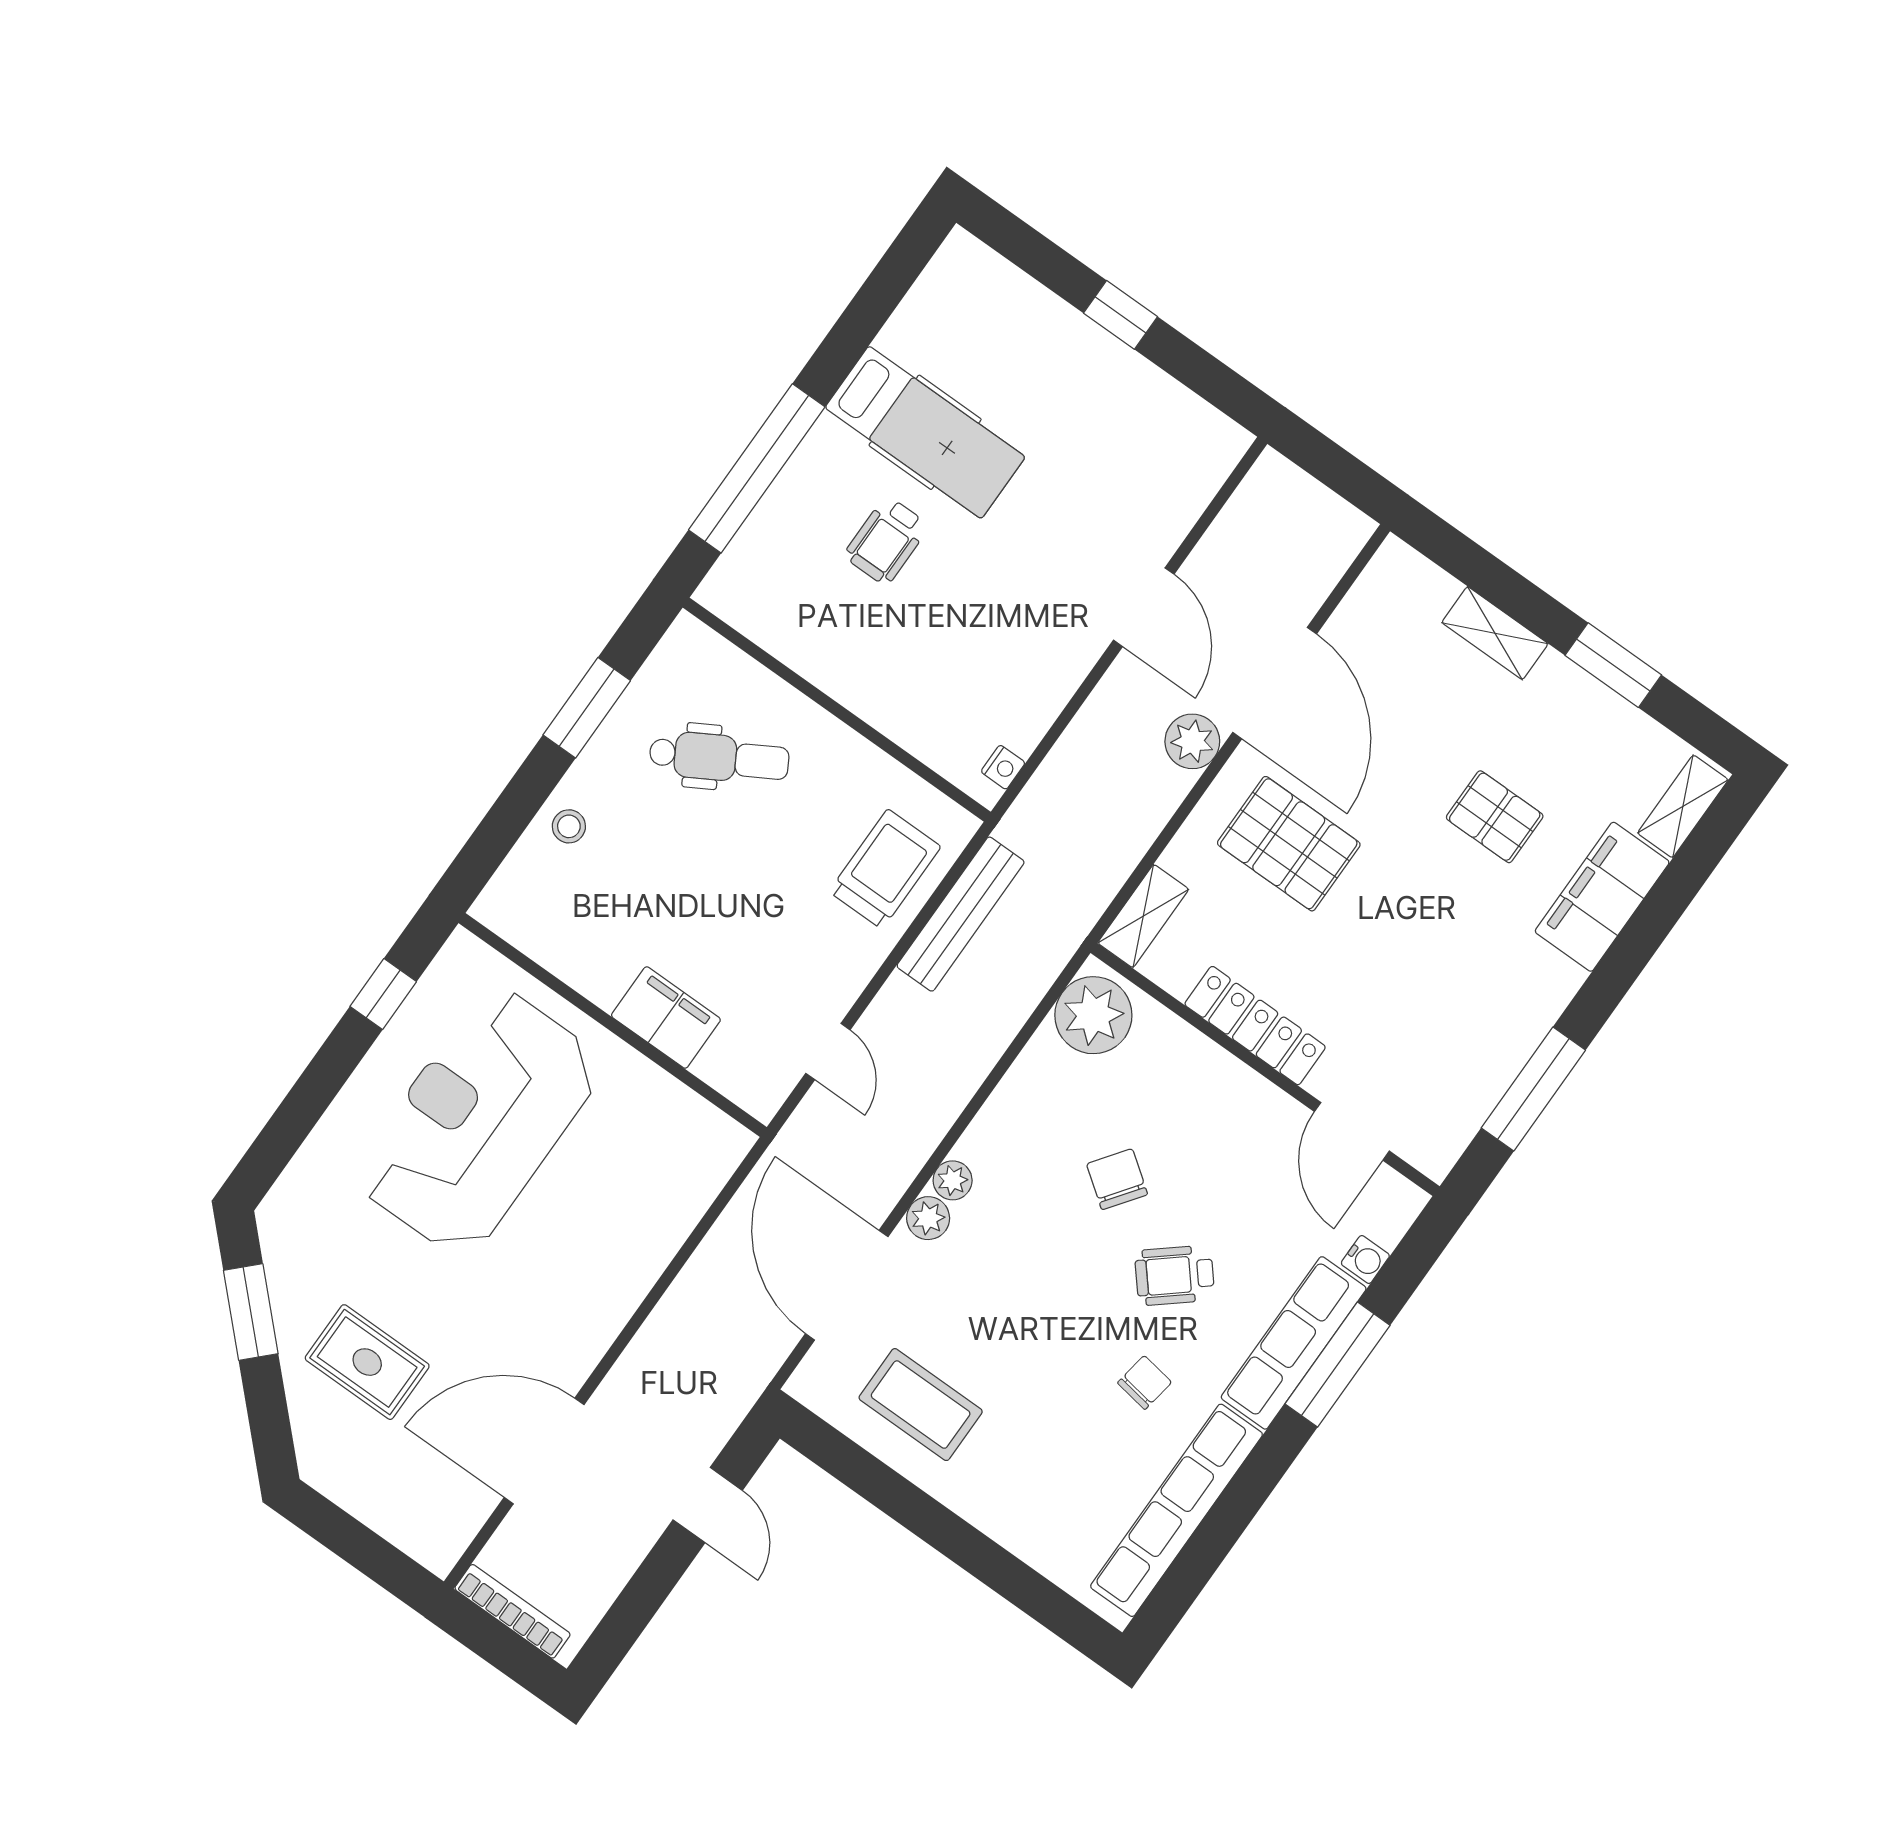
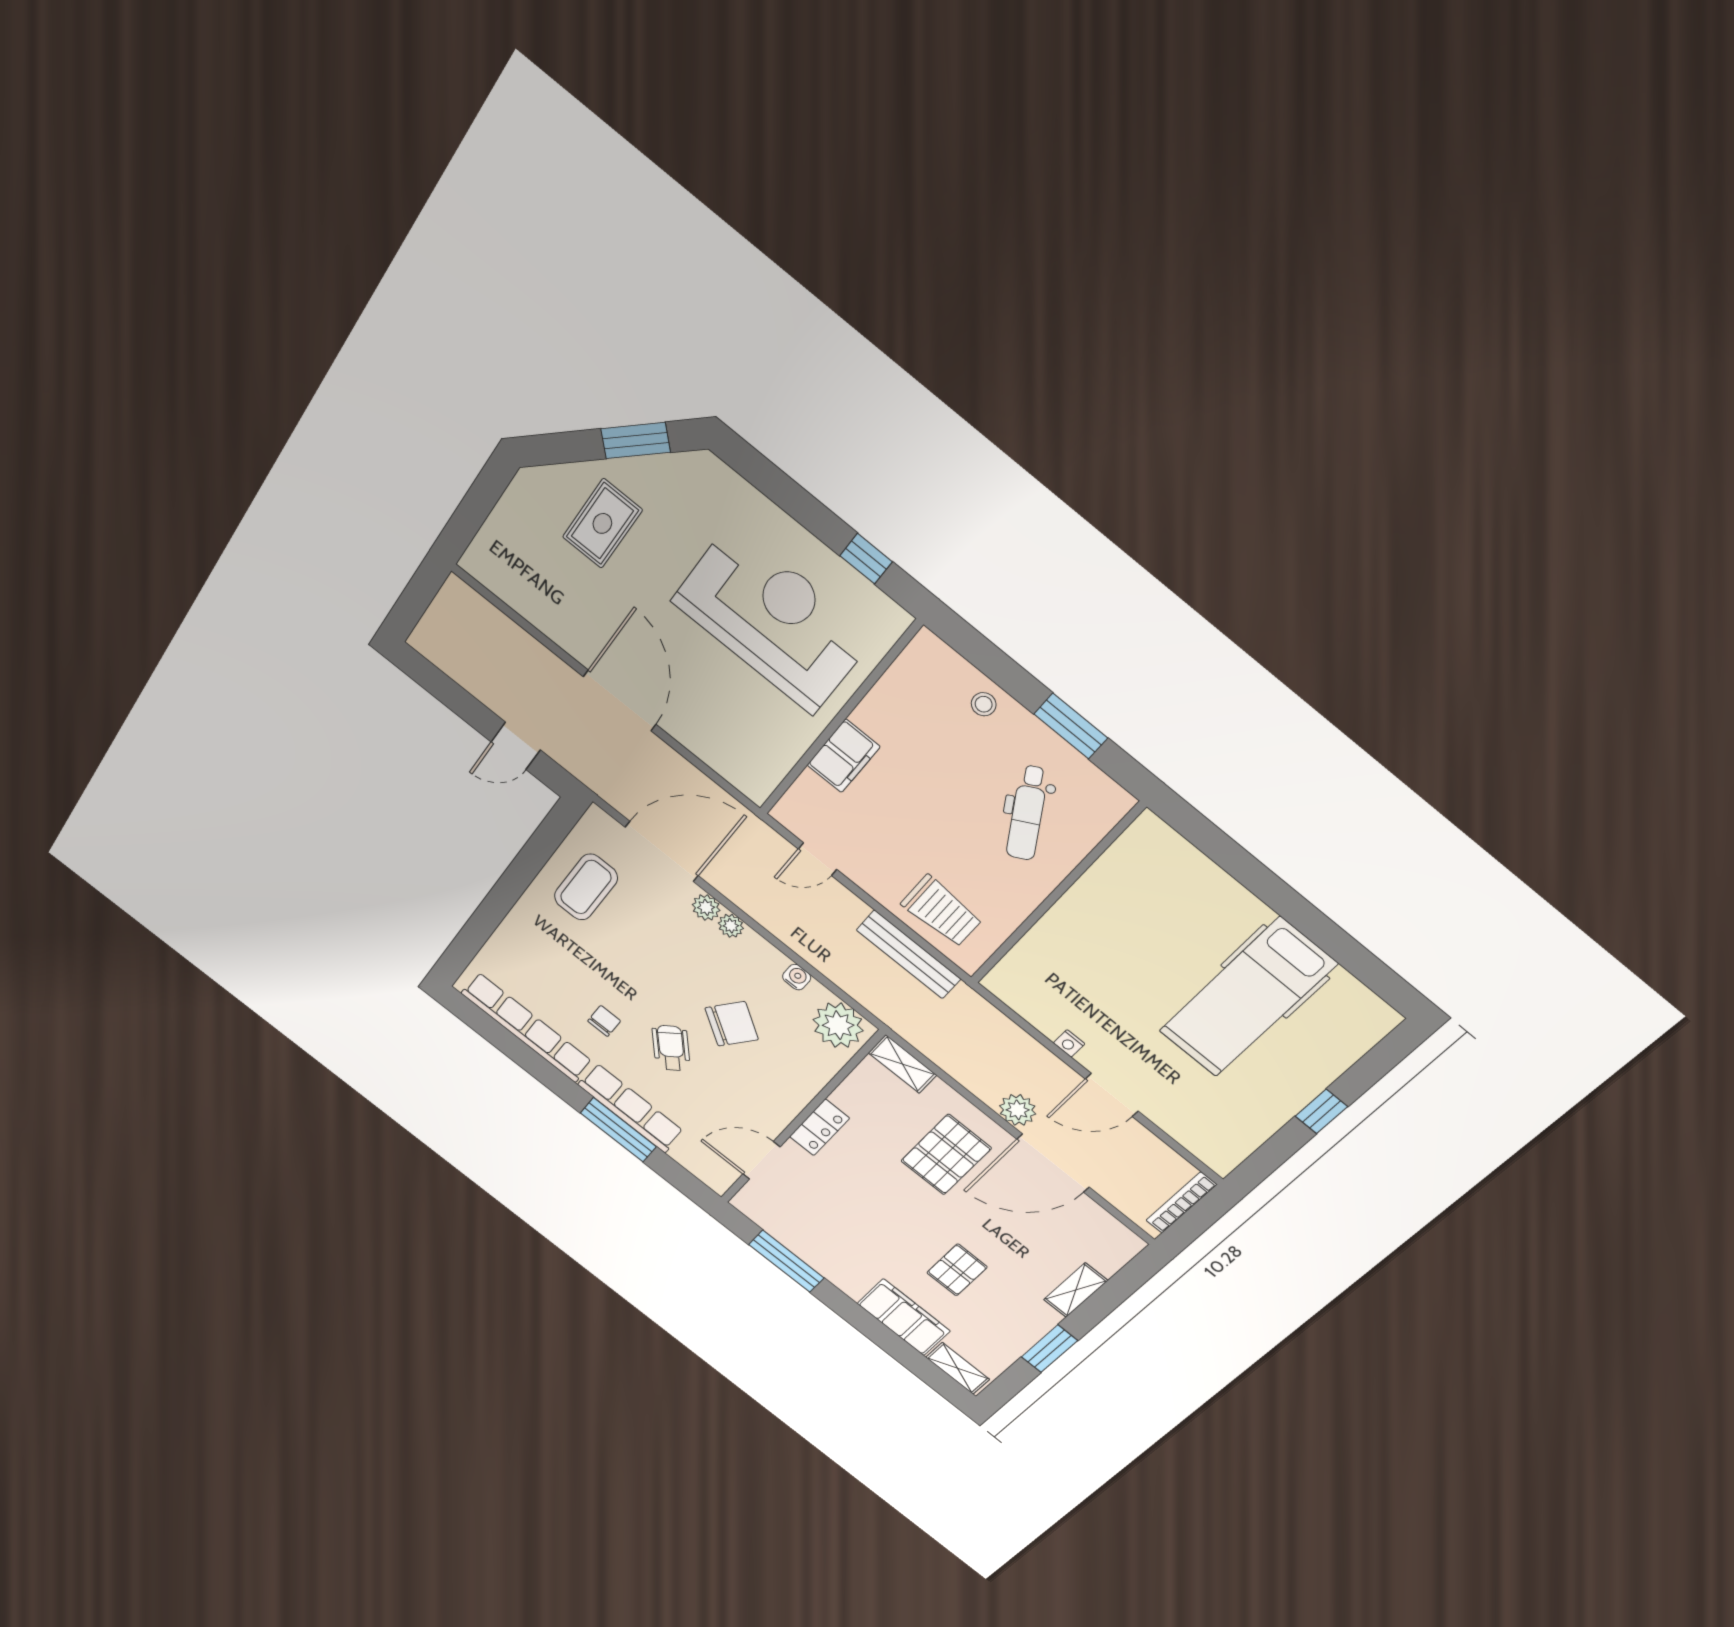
hospital bed: (925, 432) -> (1247, 998), width x1.37, depth x1.29
window: (757, 468) -> (1239, 863), removed
wheelchair: (886, 541) -> (1175, 942), removed
nightstand: (1003, 767) -> (1069, 1043), moved
locker: (1255, 1026) -> (819, 1127), width x0.66
chair: (1117, 1179) -> (732, 1024), width x1.37, depth x1.37
water cooler: (1365, 1259) -> (797, 977), moved, turned 180
chair: (1145, 1383) -> (604, 1021), turned -99
door: (544, 1451) -> (620, 700), moved
bookcase: (513, 1611) -> (1181, 1203), moved, turned 180

